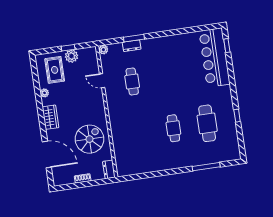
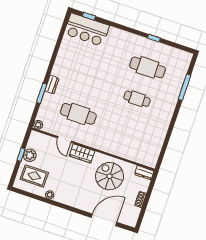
dresser: (132, 46) -> (52, 85), moved
bar counter: (215, 58) -> (87, 30), width x0.73
door: (102, 81) -> (64, 140), hinge flipped
cafe table: (132, 81) -> (78, 114), width x1.37, depth x1.35
wardrobe: (50, 117) -> (82, 153), moved, turned 180

